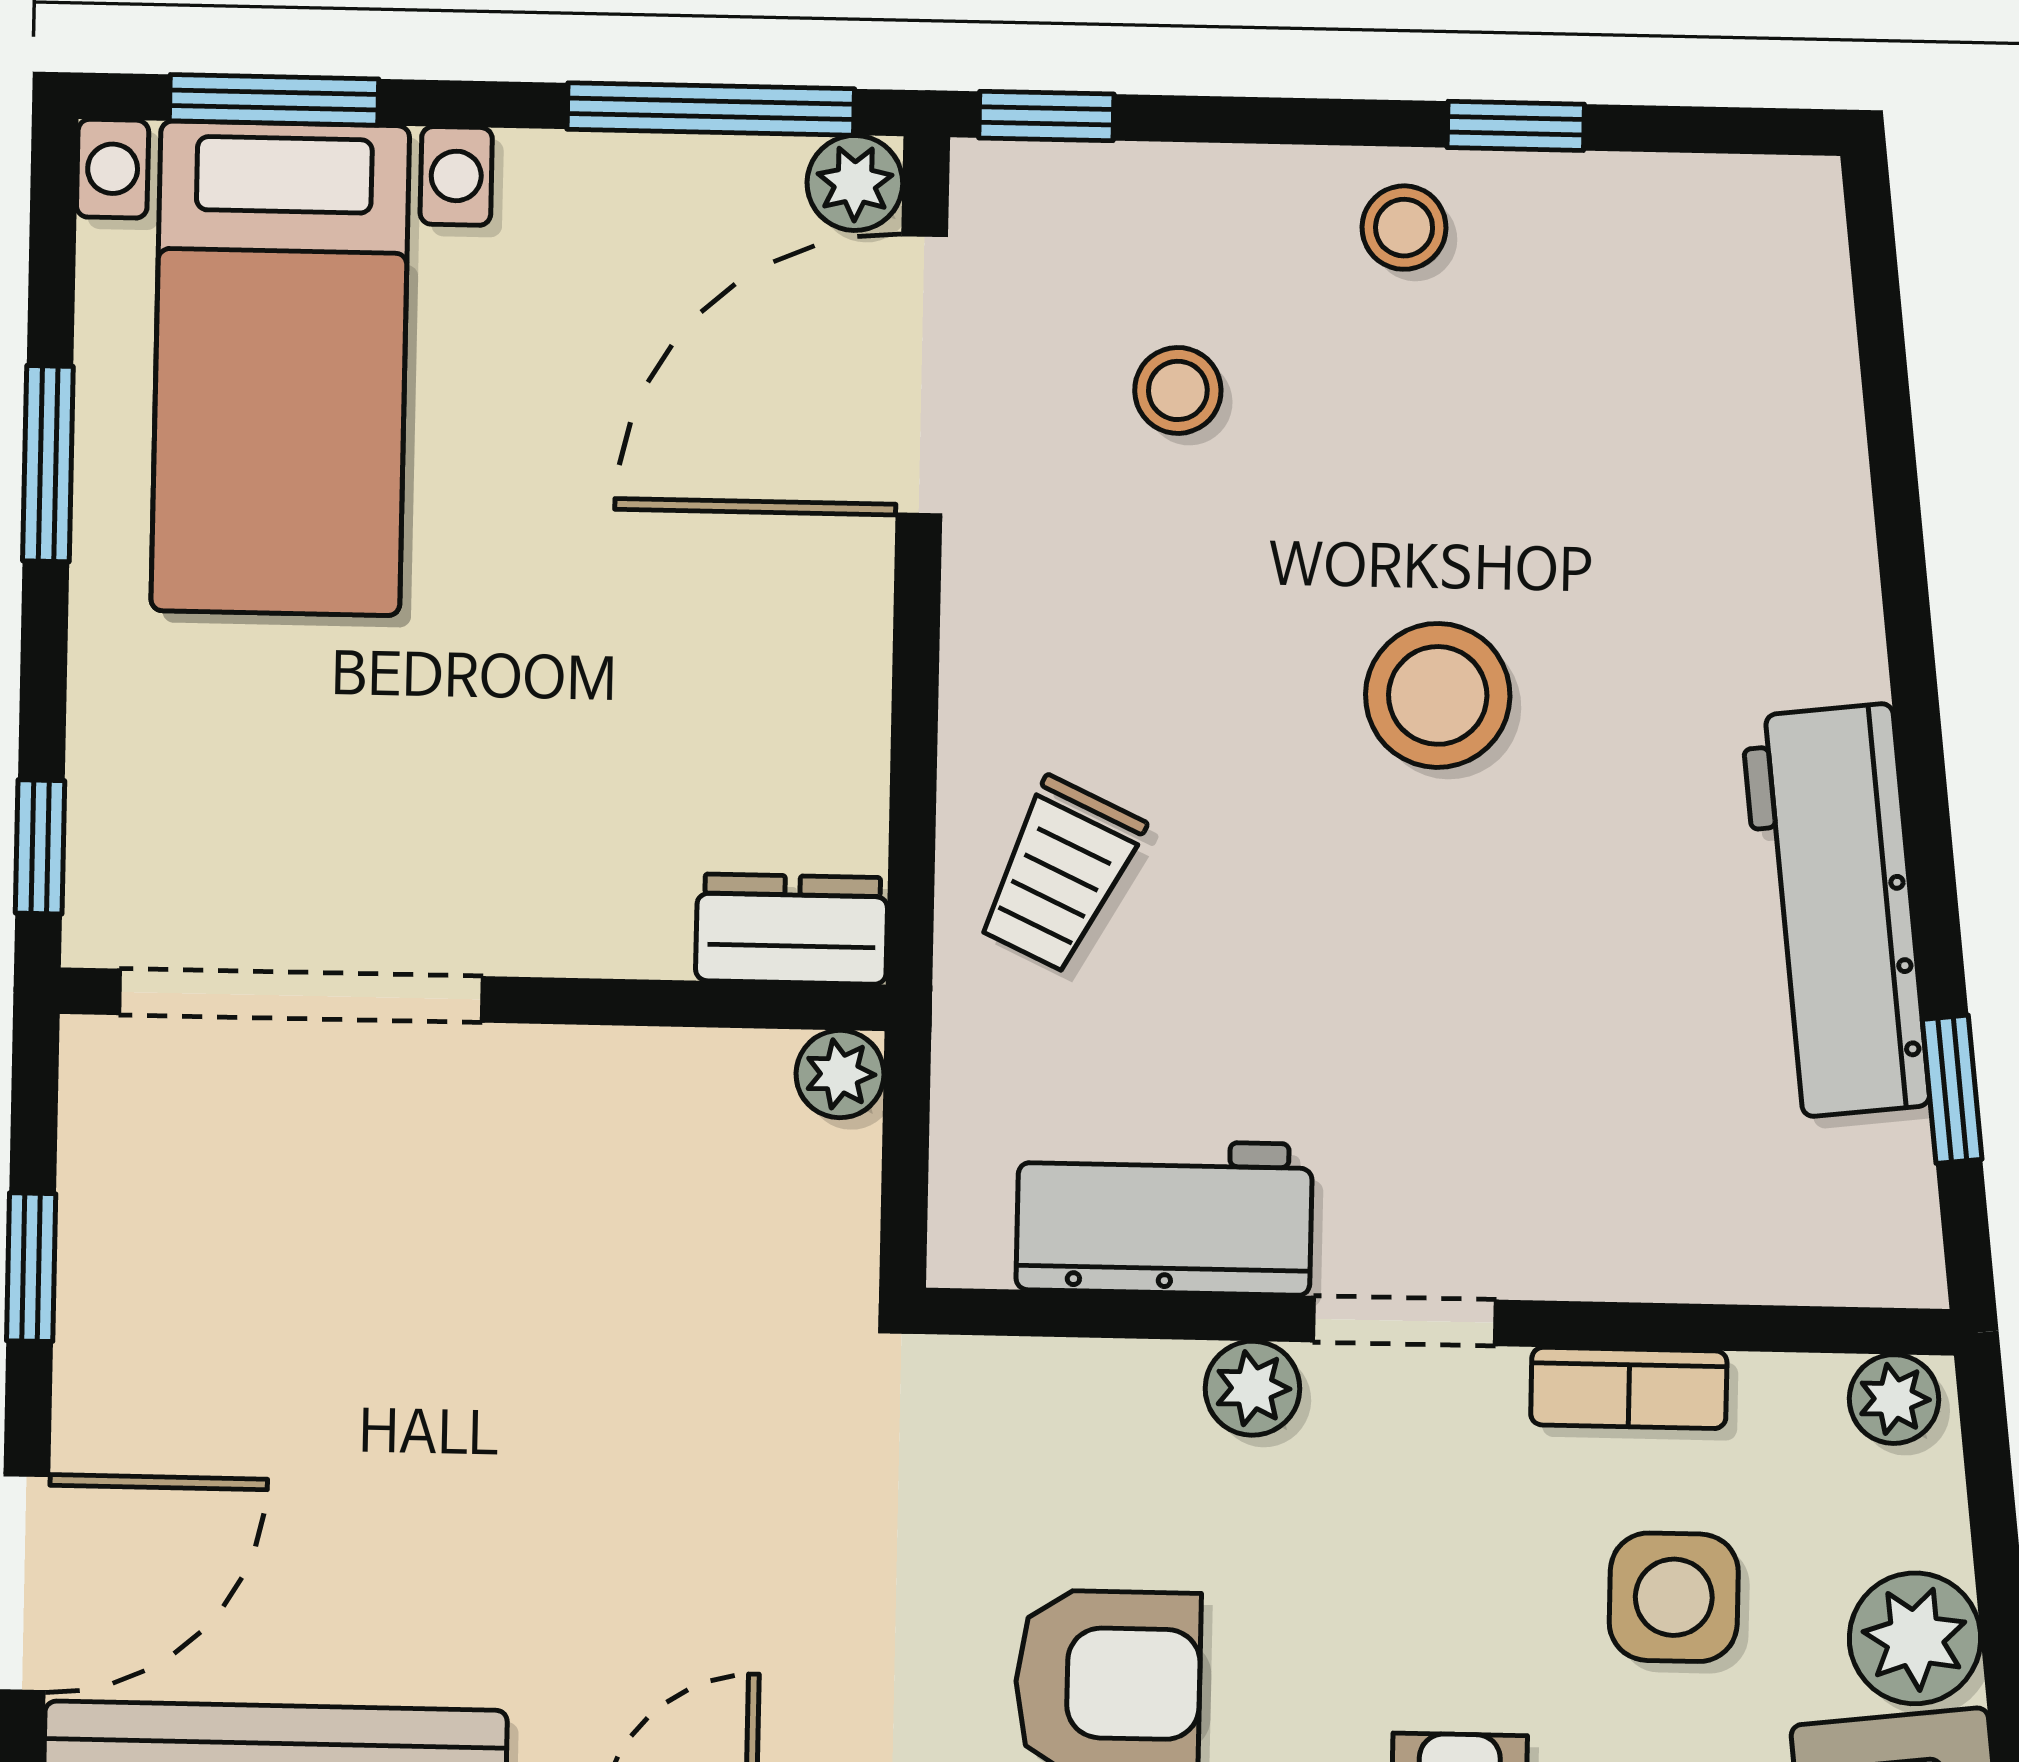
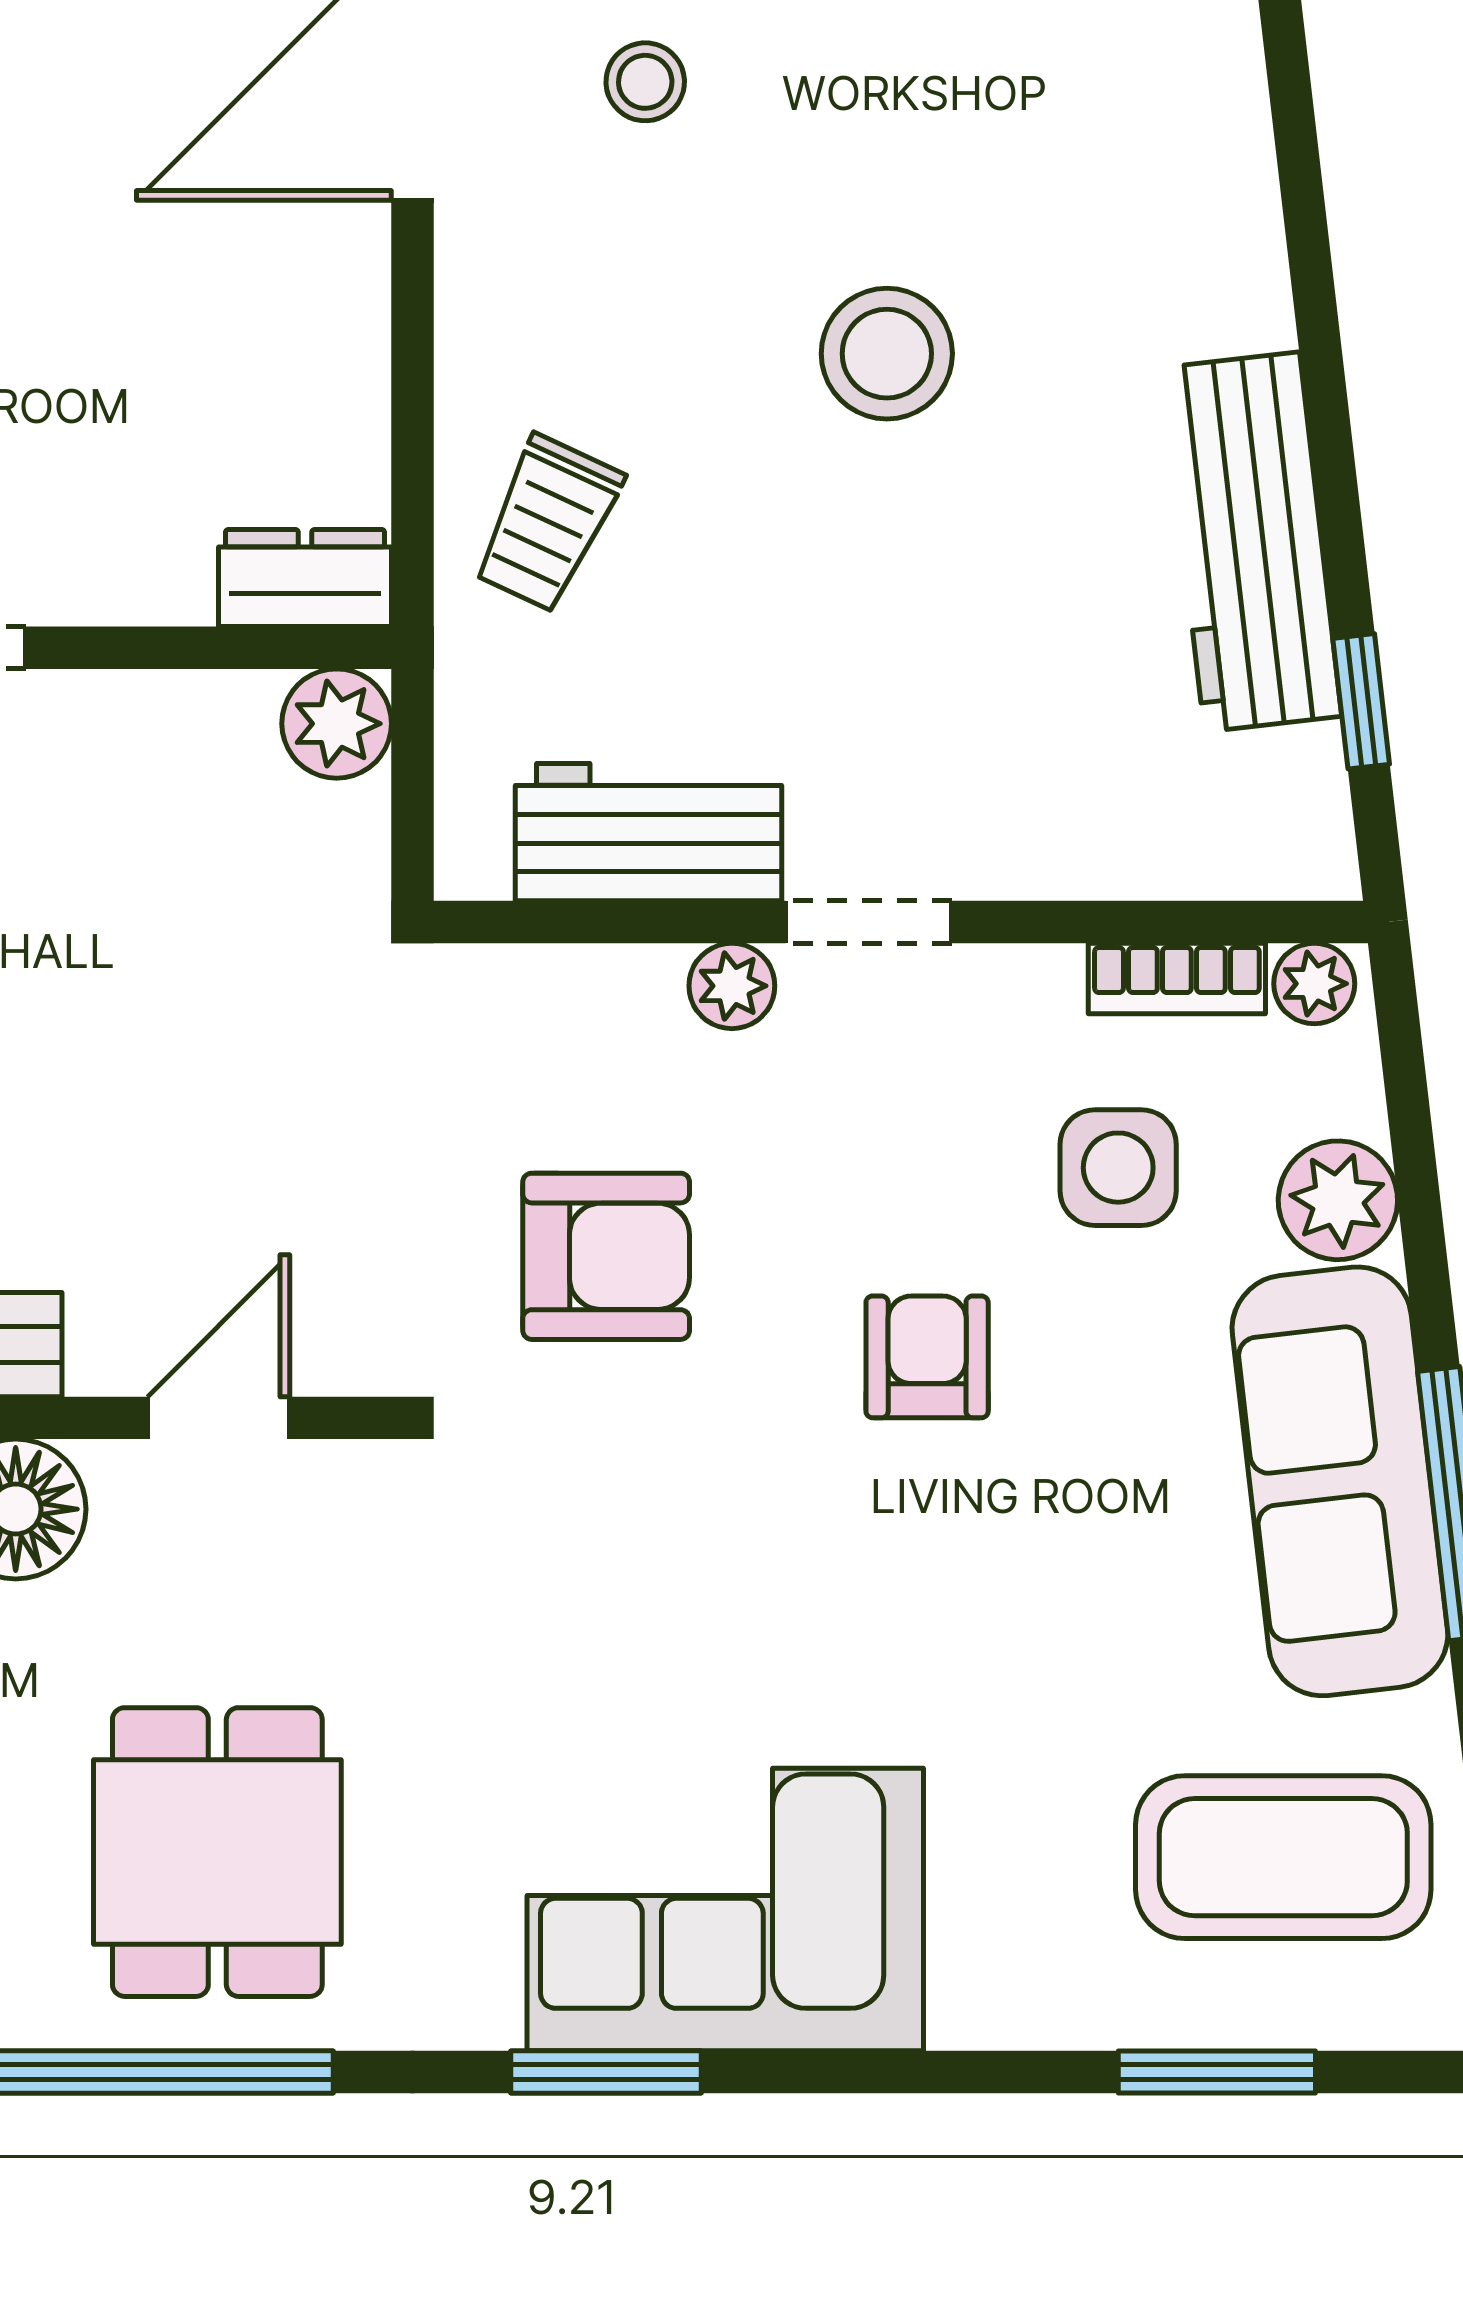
plant: (840, 1074) -> (337, 724), width x1.38, depth x1.38
bookcase: (1629, 1388) -> (1177, 978), moved

